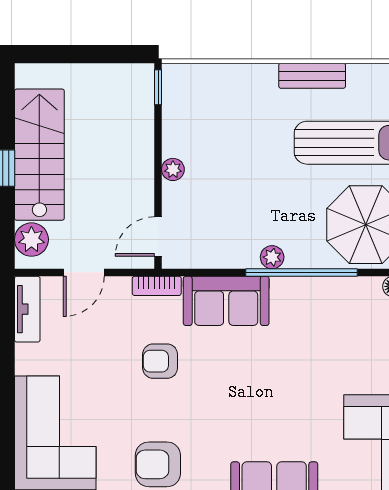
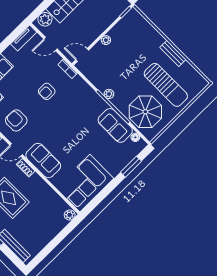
sofa: (226, 301) -> (115, 125), moved
armchair: (160, 361) -> (47, 91), turned -90

